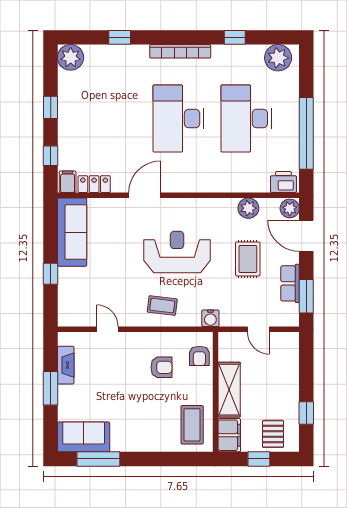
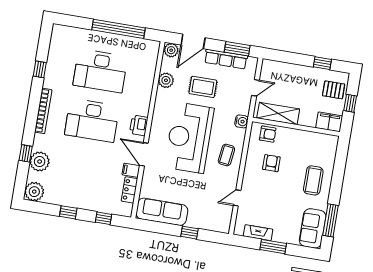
plant: (278, 58) -> (40, 162), moved
filing cabinet: (68, 182) -> (131, 170), moved
printer: (283, 182) -> (139, 125), moved
reception desk: (177, 252) -> (189, 138), width x1.36, depth x1.30
row of seats: (290, 283) -> (226, 59), width x1.48
shelving: (229, 390) -> (278, 114), moved
coffee table: (192, 425) -> (313, 180), moved, turned 90

